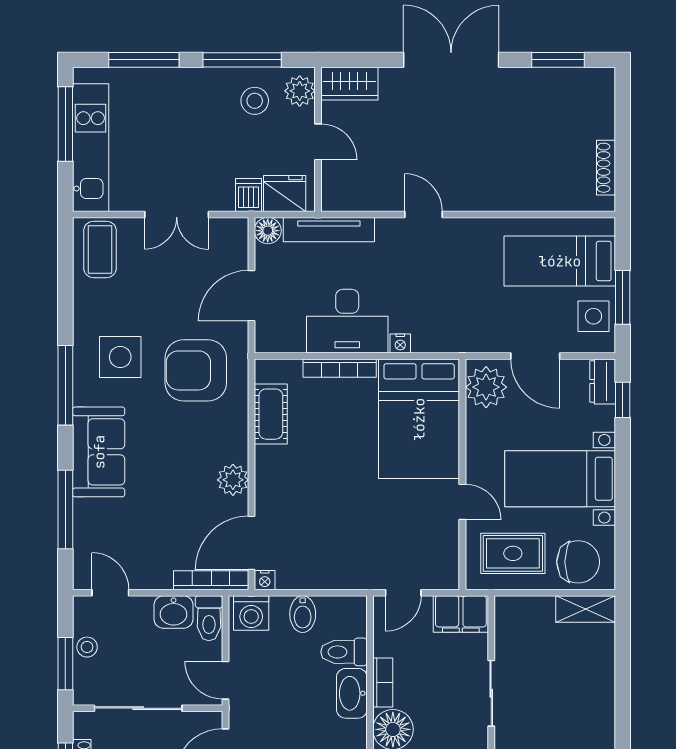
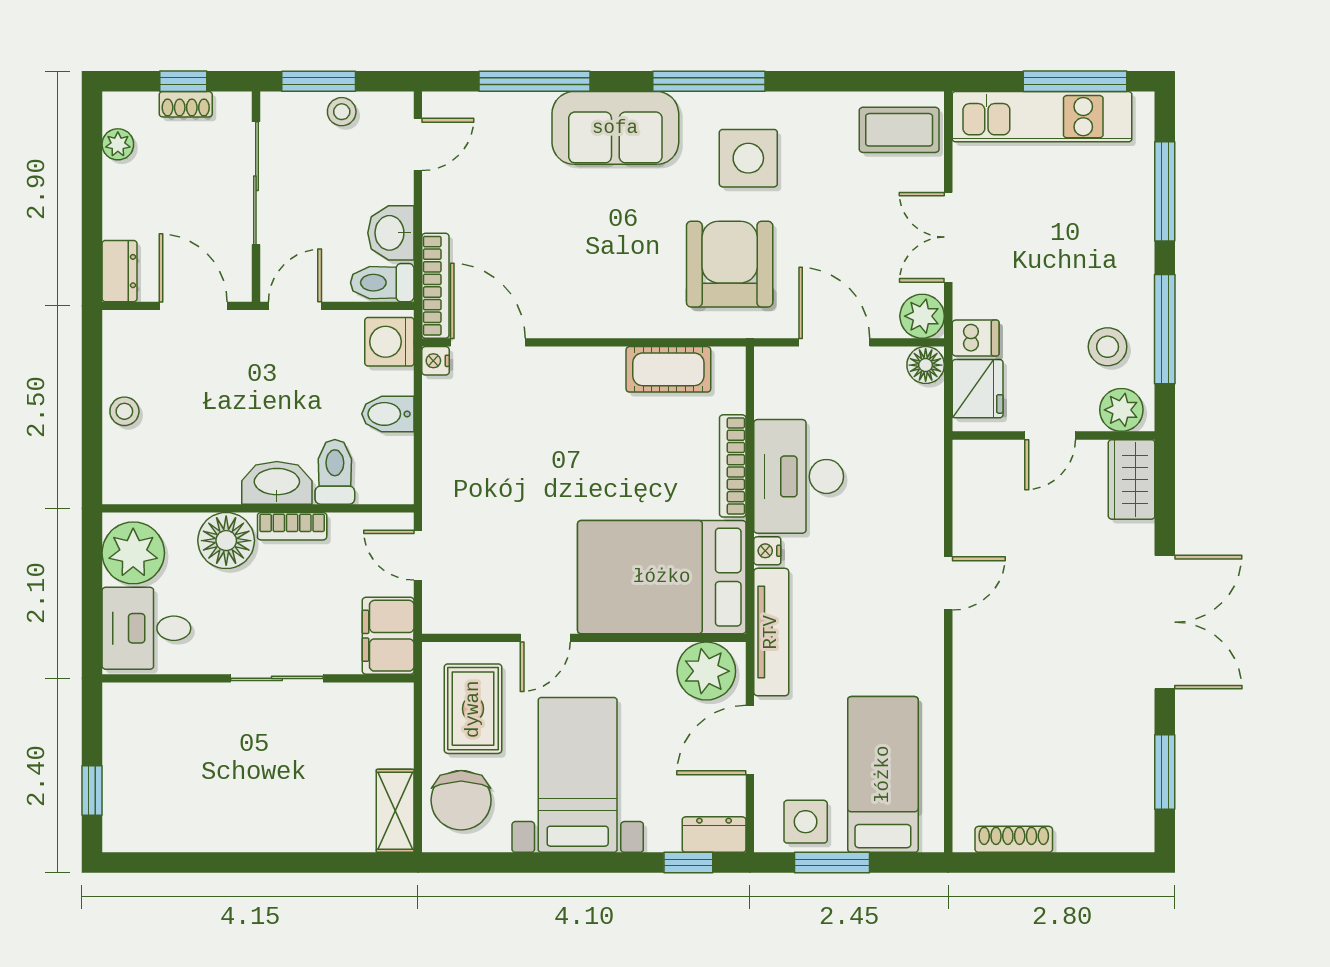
tv unit: (329, 230) -> (771, 632), moved, turned 180
plant: (233, 480) -> (922, 316), moved

